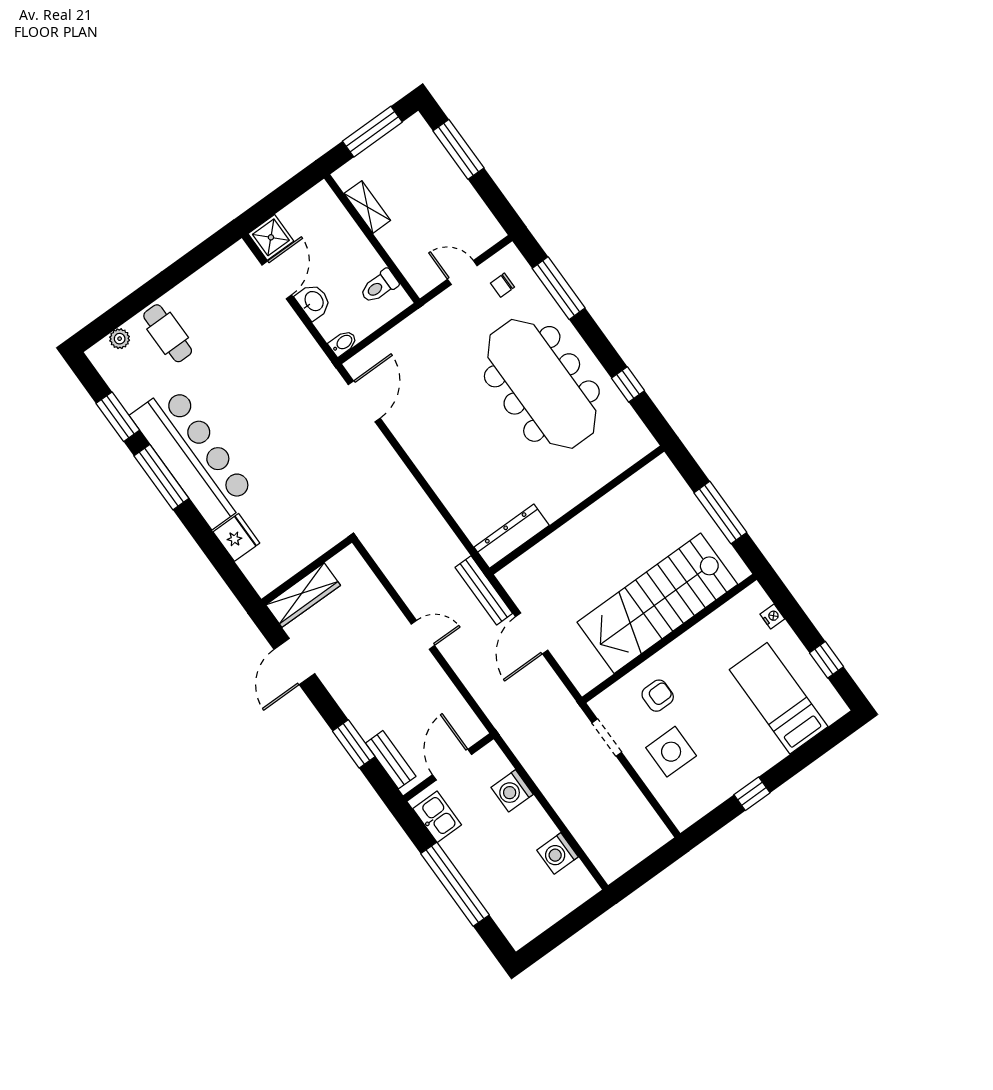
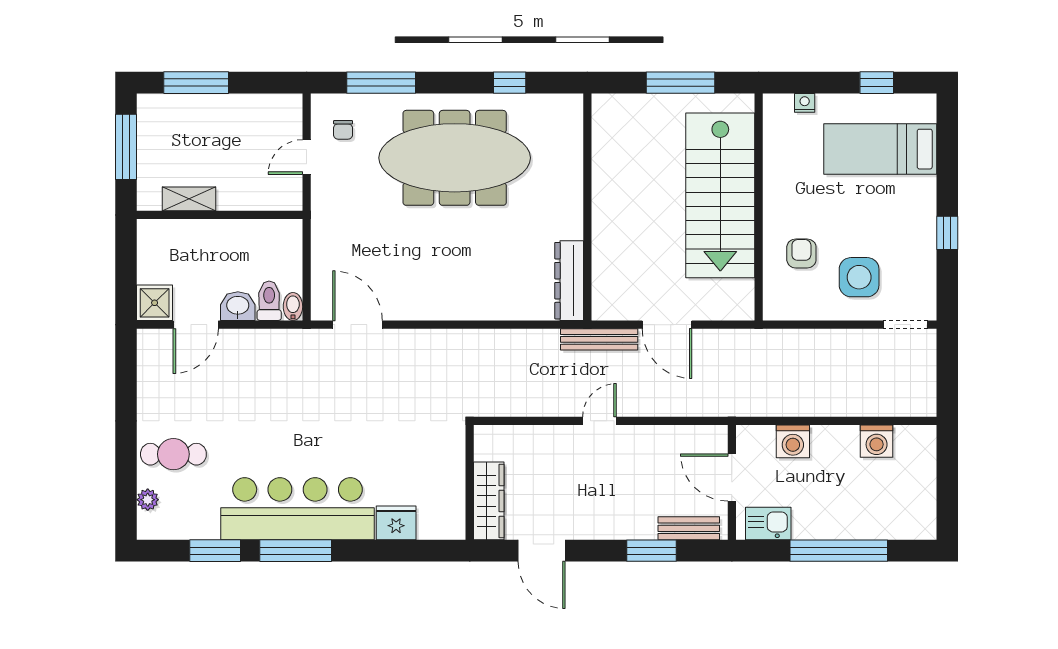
door: (277, 280) -> (196, 325), swing flipped
toilet: (379, 286) -> (269, 301), moved, turned 180
doorway: (607, 738) -> (906, 325), moved

